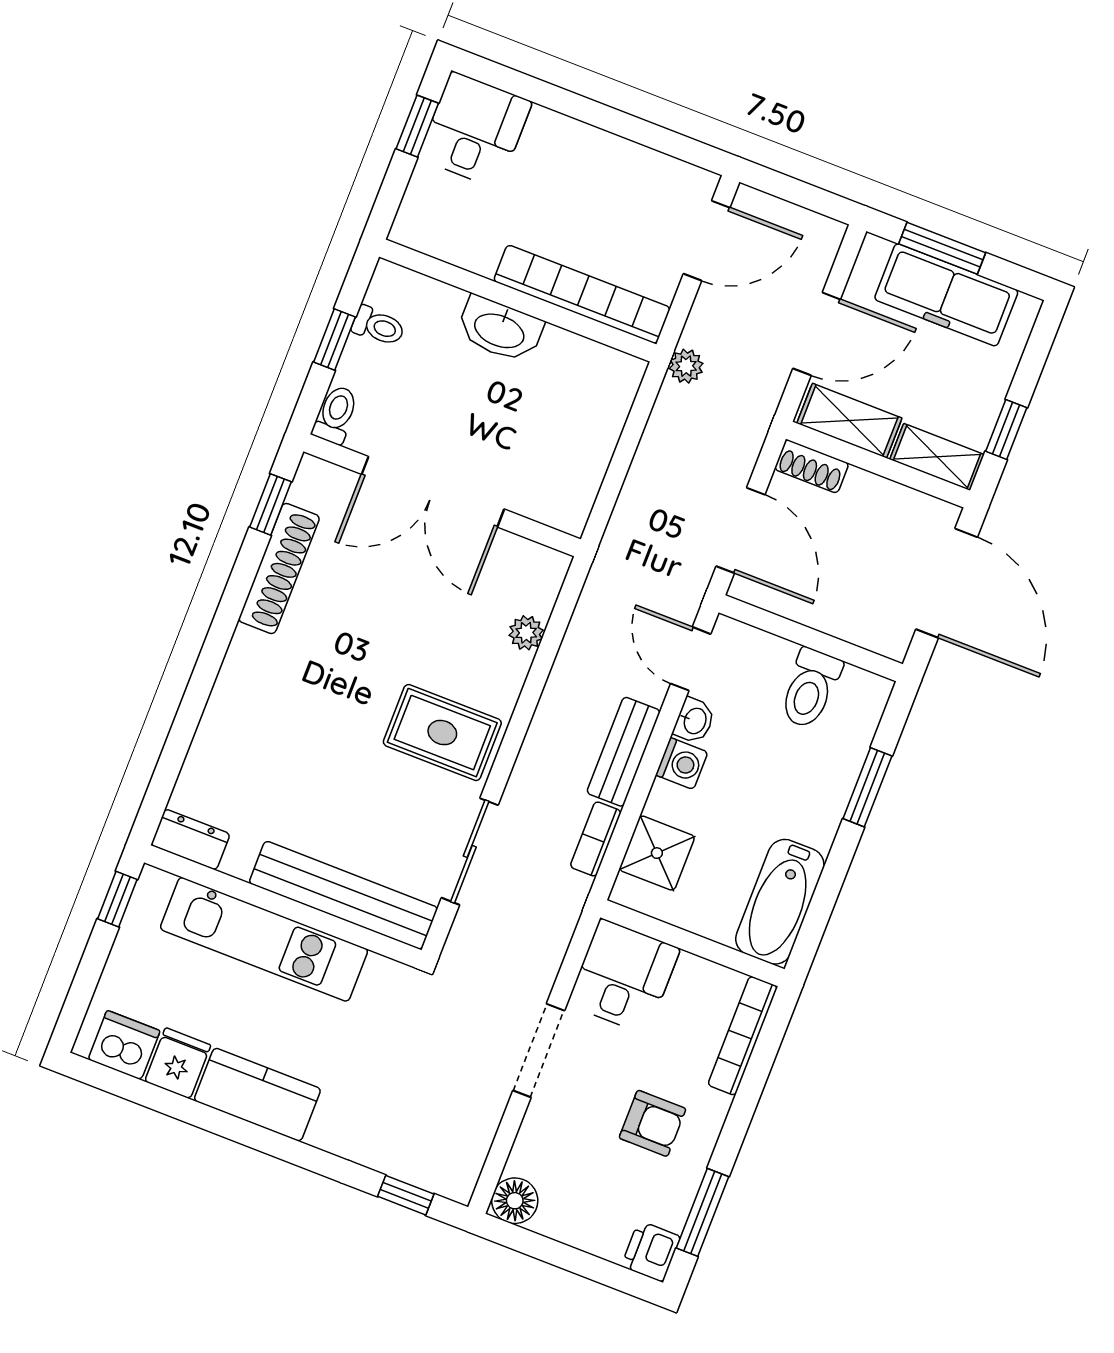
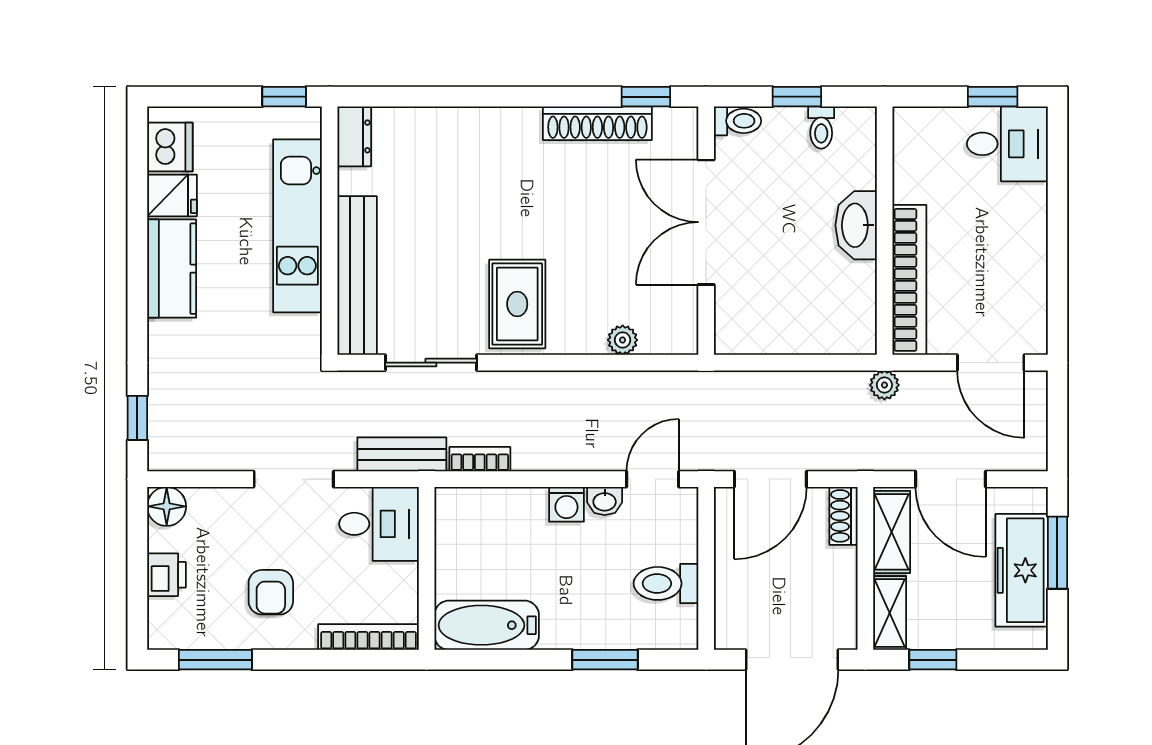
bench: (624, 752) -> (402, 454), moved
shower: (657, 853) -> (488, 512), removed
printer: (651, 1251) -> (166, 575), moved, turned 90

